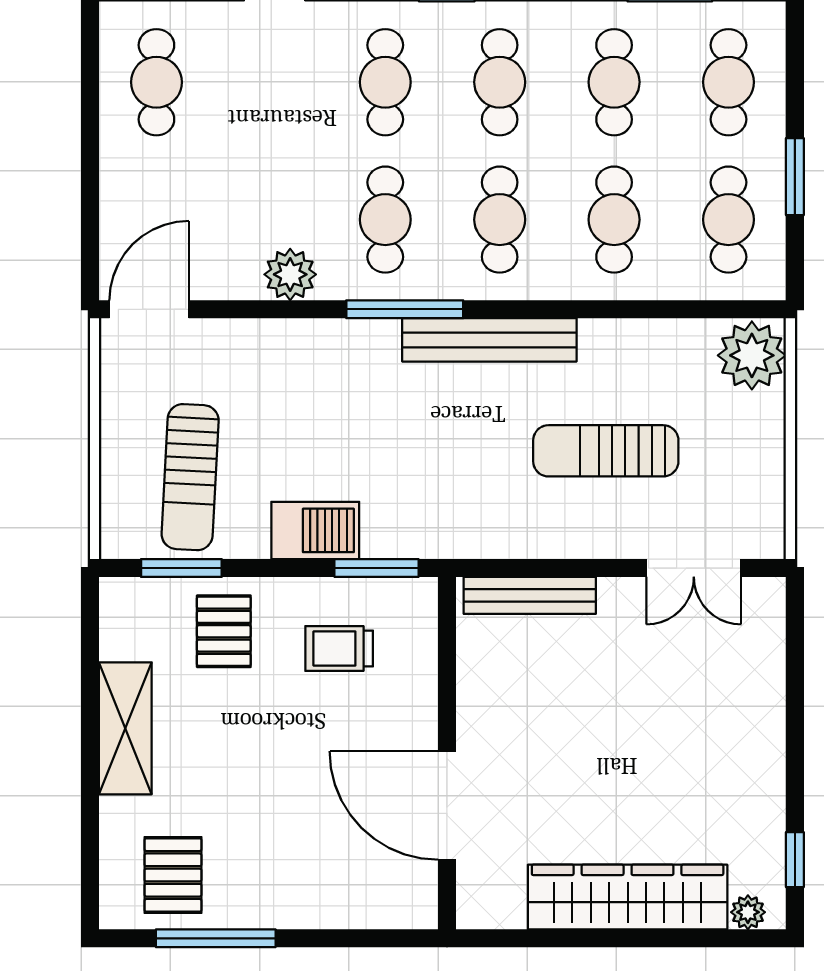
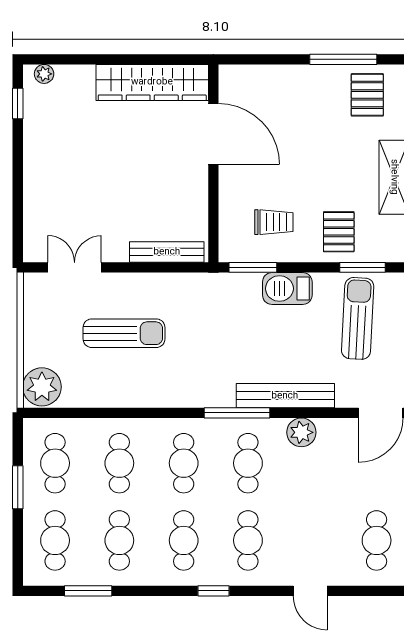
bench: (489, 340) -> (285, 396), moved
wardrobe: (628, 897) -> (152, 82), moved

